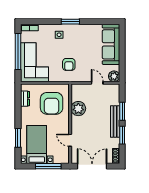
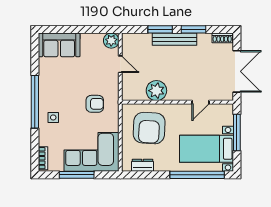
window: (70, 22) -> (35, 102), width x2.11
sofa: (111, 44) -> (59, 45), width x0.73
window: (18, 52) -> (77, 175), width x0.68
door: (97, 83) -> (120, 64), swing flipped
armchair: (52, 103) -> (149, 128), turned 93
window: (18, 138) -> (197, 175), width x2.11
double door: (92, 166) -> (237, 71), swing flipped

